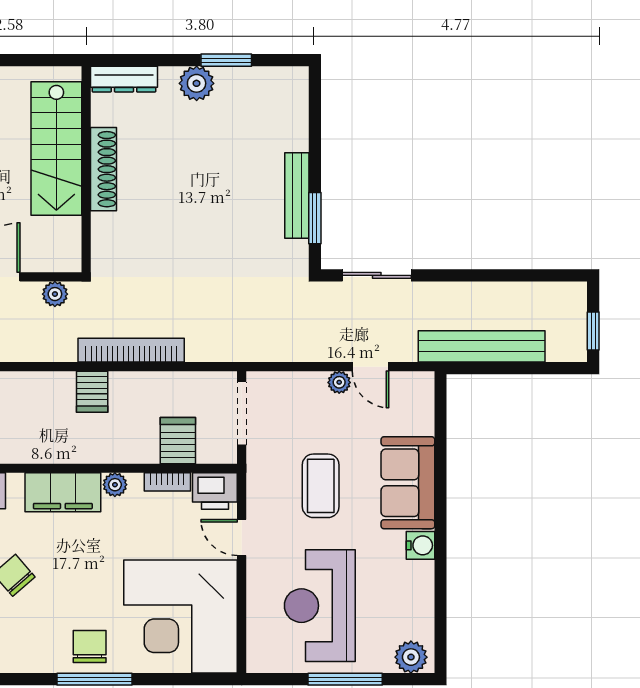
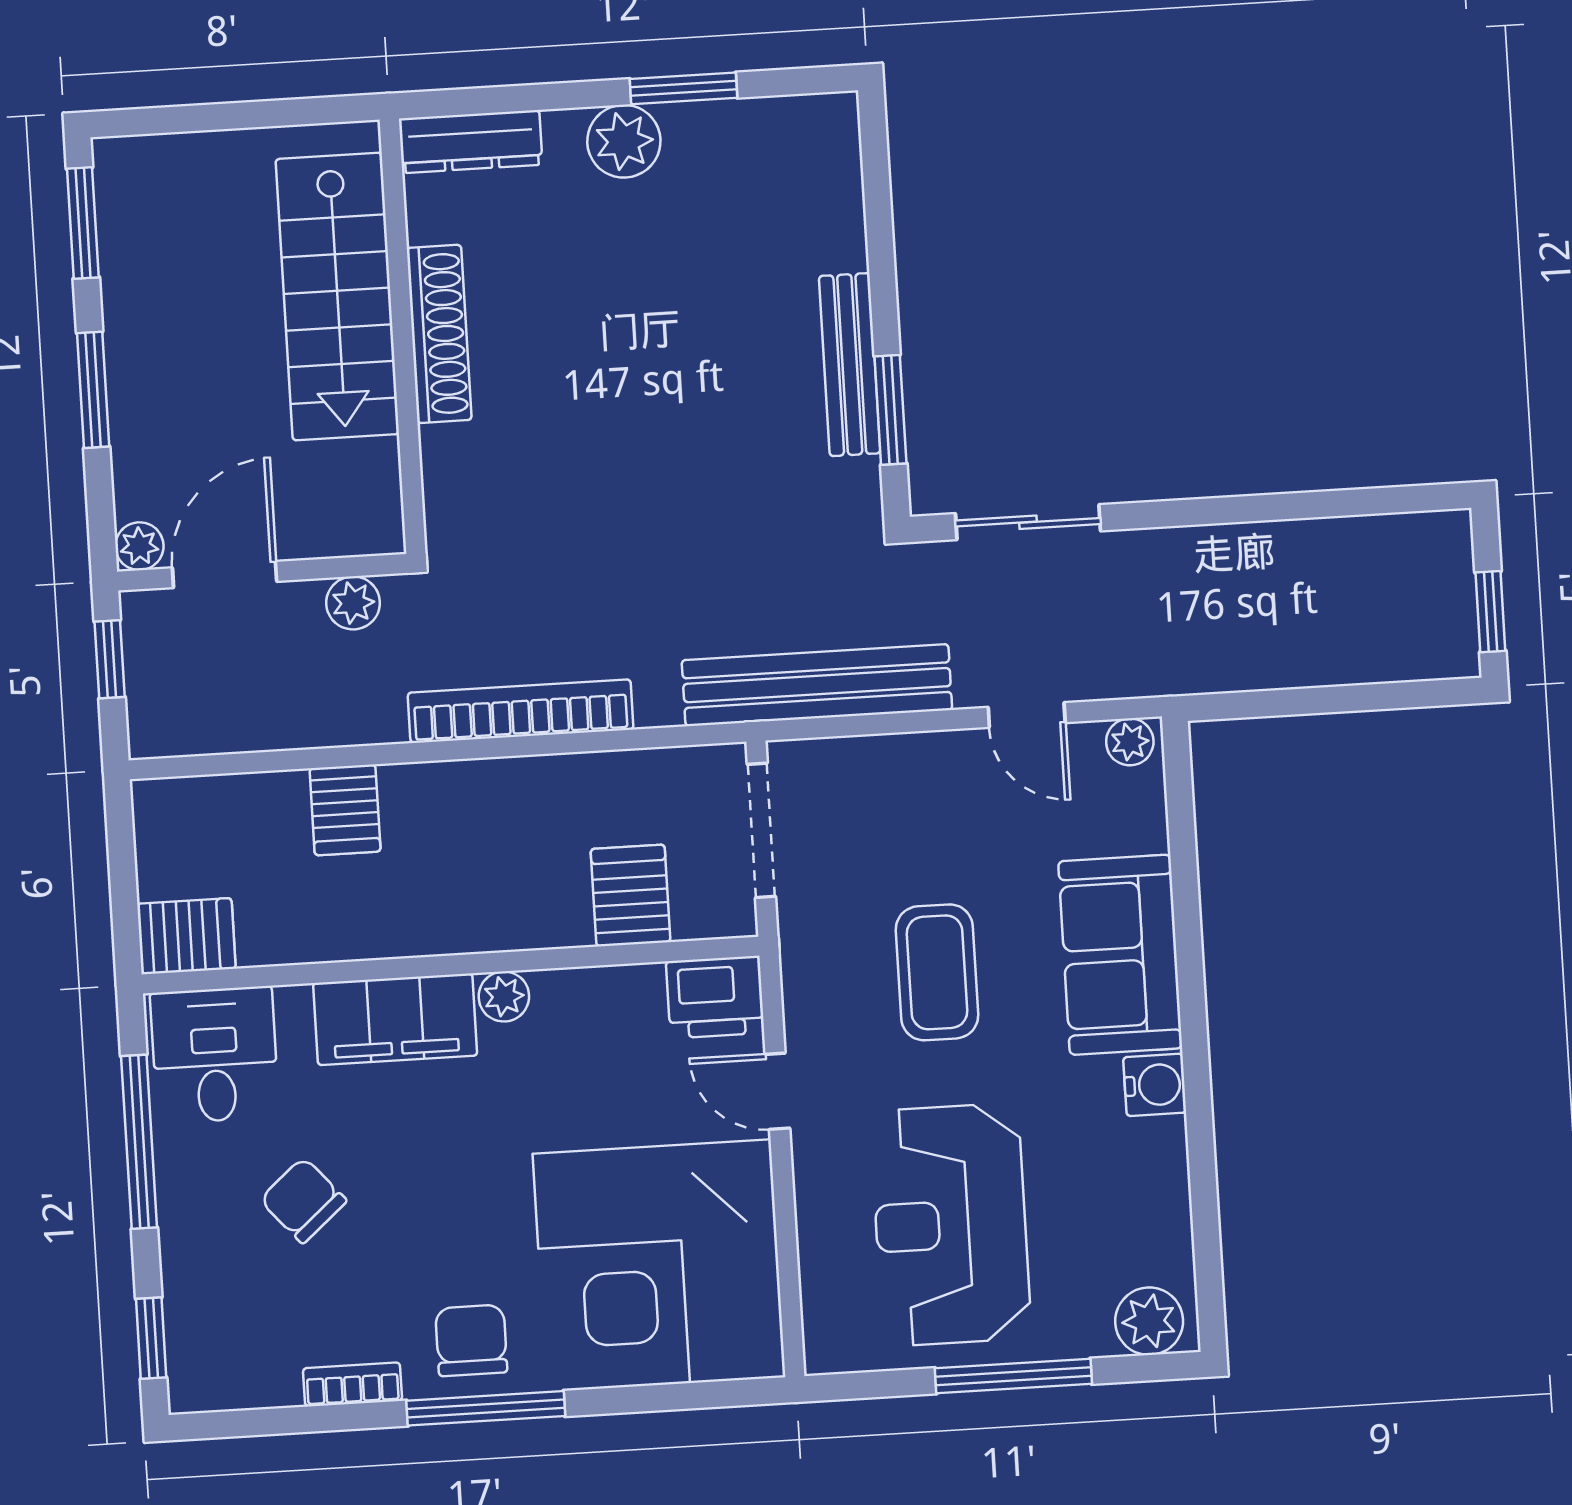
bench: (482, 346) -> (817, 685), moved
plant: (339, 382) -> (1130, 742), moved
server rack: (92, 392) -> (345, 810), moved
bookcase: (167, 482) -> (353, 1384), moved, turned 180

